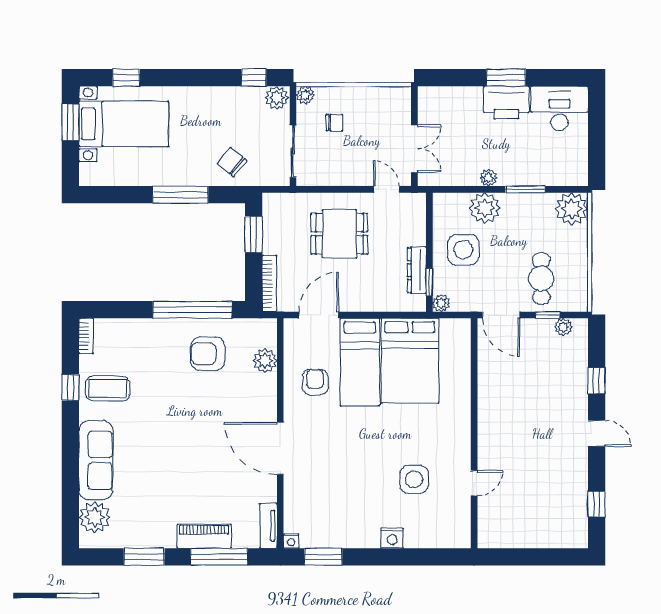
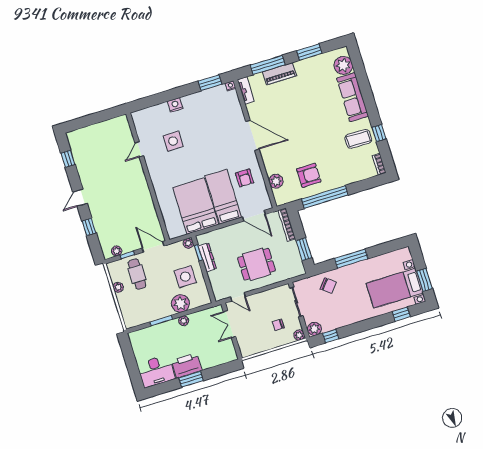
plant: (572, 209) -> (118, 287), moved, width x0.53, depth x0.53
door: (319, 315) -> (254, 216), hinge flipped
door: (597, 433) -> (80, 198), hinge flipped

